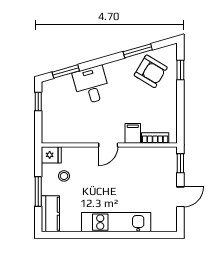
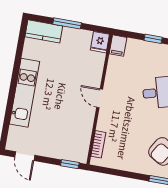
filing cabinet: (133, 133) -> (118, 46), moved, turned 90
stool: (64, 176) -> (77, 51), removed
door: (180, 197) -> (25, 156), moved

